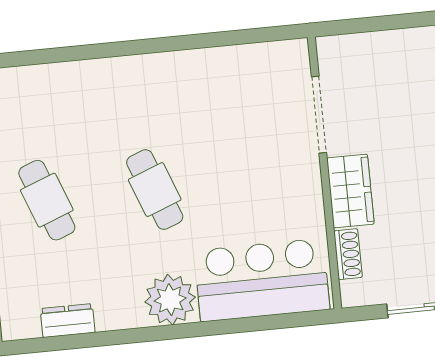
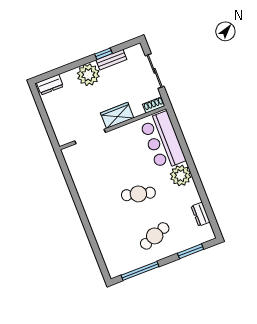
cafe table: (155, 190) -> (138, 194), turned 36
shoe rack: (348, 254) -> (154, 105), moved

